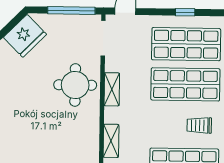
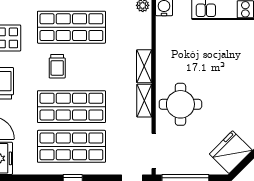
trolley: (199, 125) -> (57, 66), turned 90
shelving: (111, 141) -> (144, 66), moved

